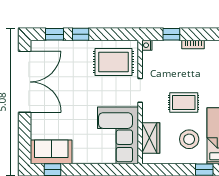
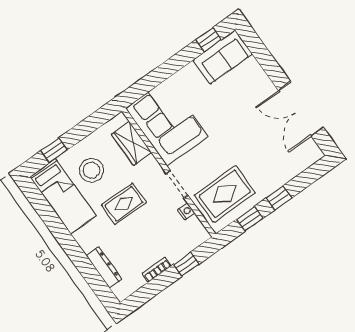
window: (54, 34) -> (250, 219), moved
nightstand: (147, 45) -> (186, 211), moved
double door: (25, 82) -> (301, 109), width x0.73

